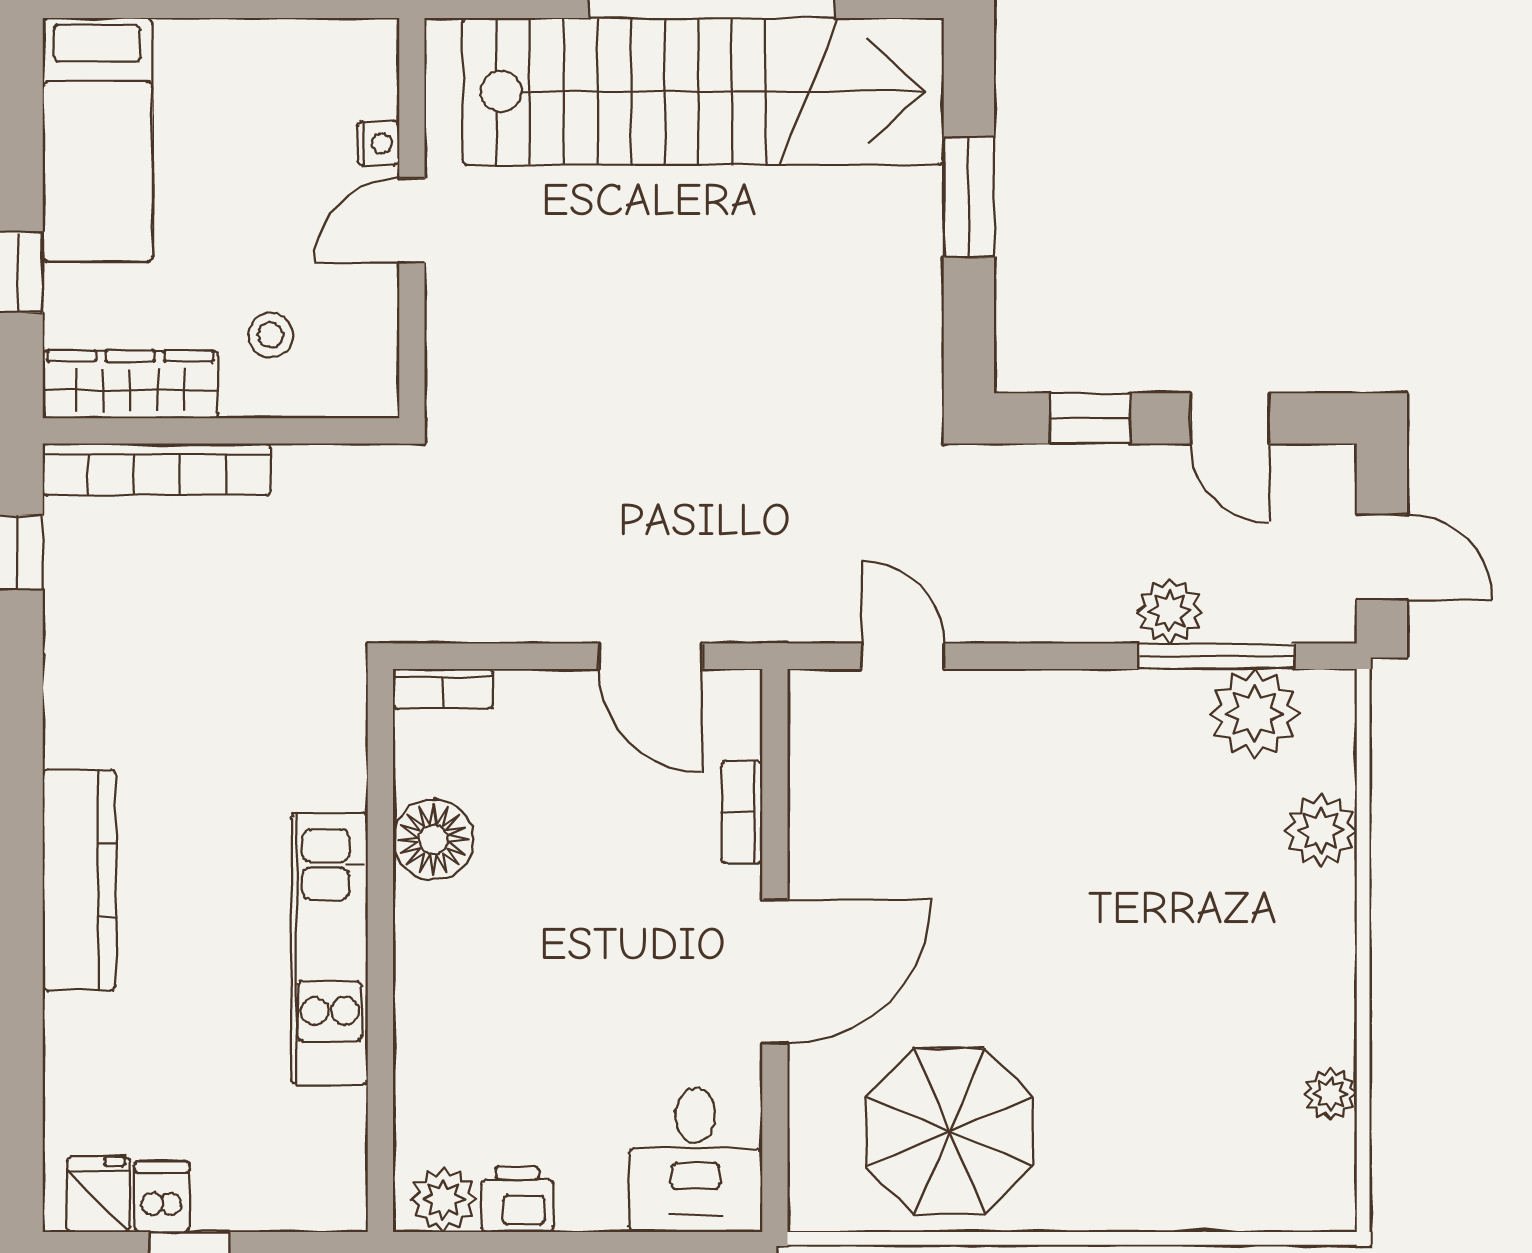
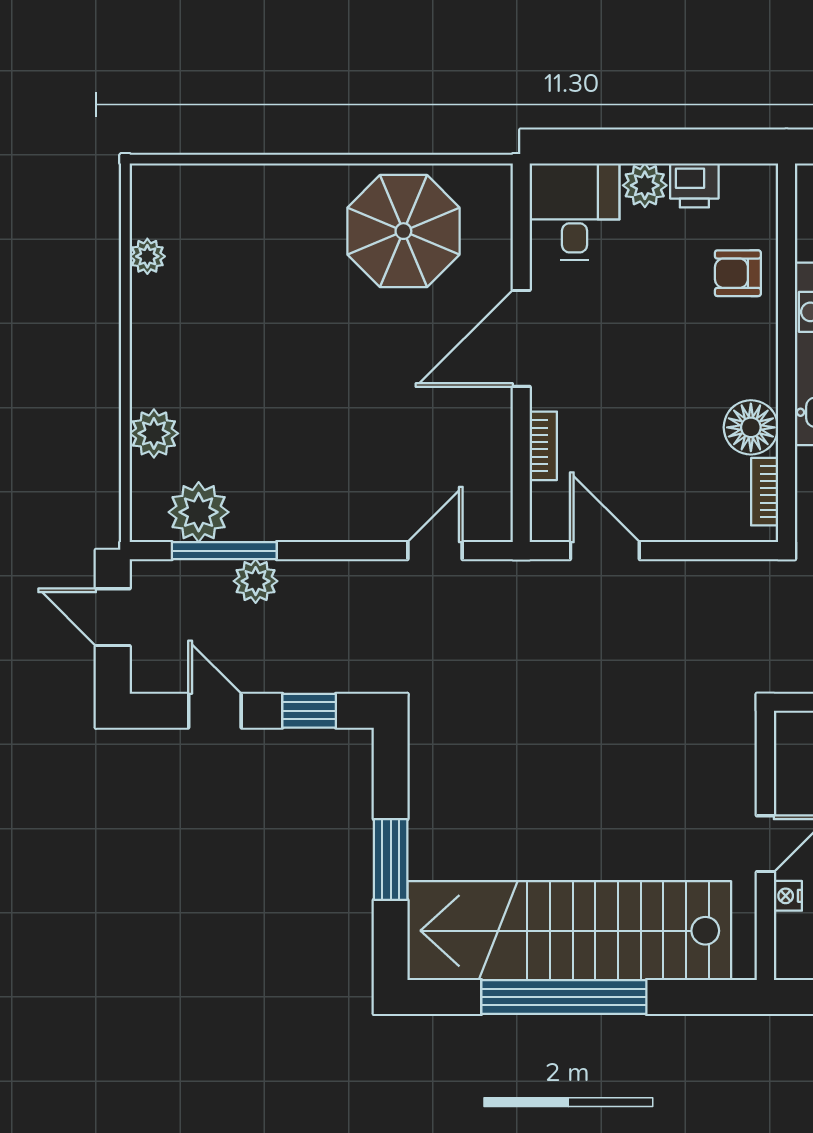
door: (903, 656) -> (435, 551), swing flipped
bookcase: (443, 689) -> (765, 492), moved, turned -90
armchair: (453, 1069) -> (738, 273), added
plant: (444, 1199) -> (645, 185), moved

